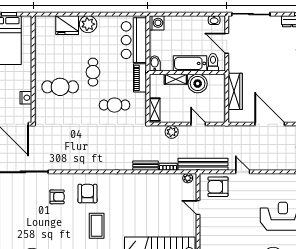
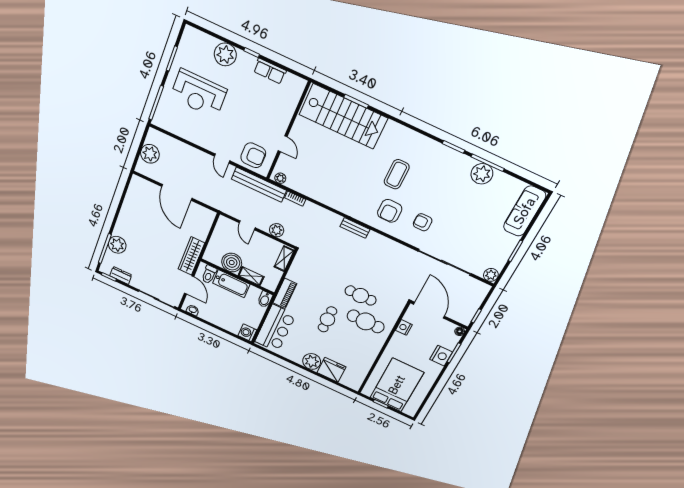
wardrobe: (235, 91) -> (191, 256), moved
cafe table: (115, 105) -> (361, 295), moved
bench: (145, 166) -> (355, 228), moved

